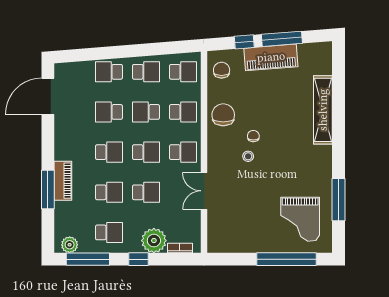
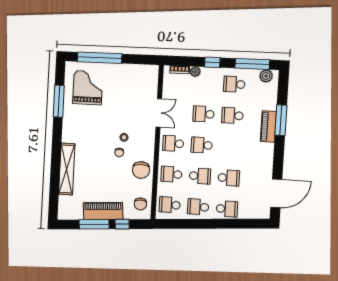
school desk: (109, 152) -> (231, 147), removed
plant: (154, 241) -> (195, 72), width x0.53, depth x0.53

